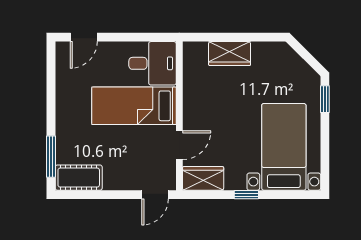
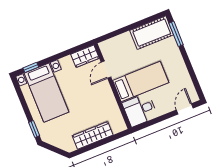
wardrobe: (230, 54) -> (93, 135), width x1.50
cot: (79, 178) -> (152, 33), width x1.37, depth x1.34
door: (155, 195) -> (108, 36), removed
window: (246, 195) -> (31, 67), moved

